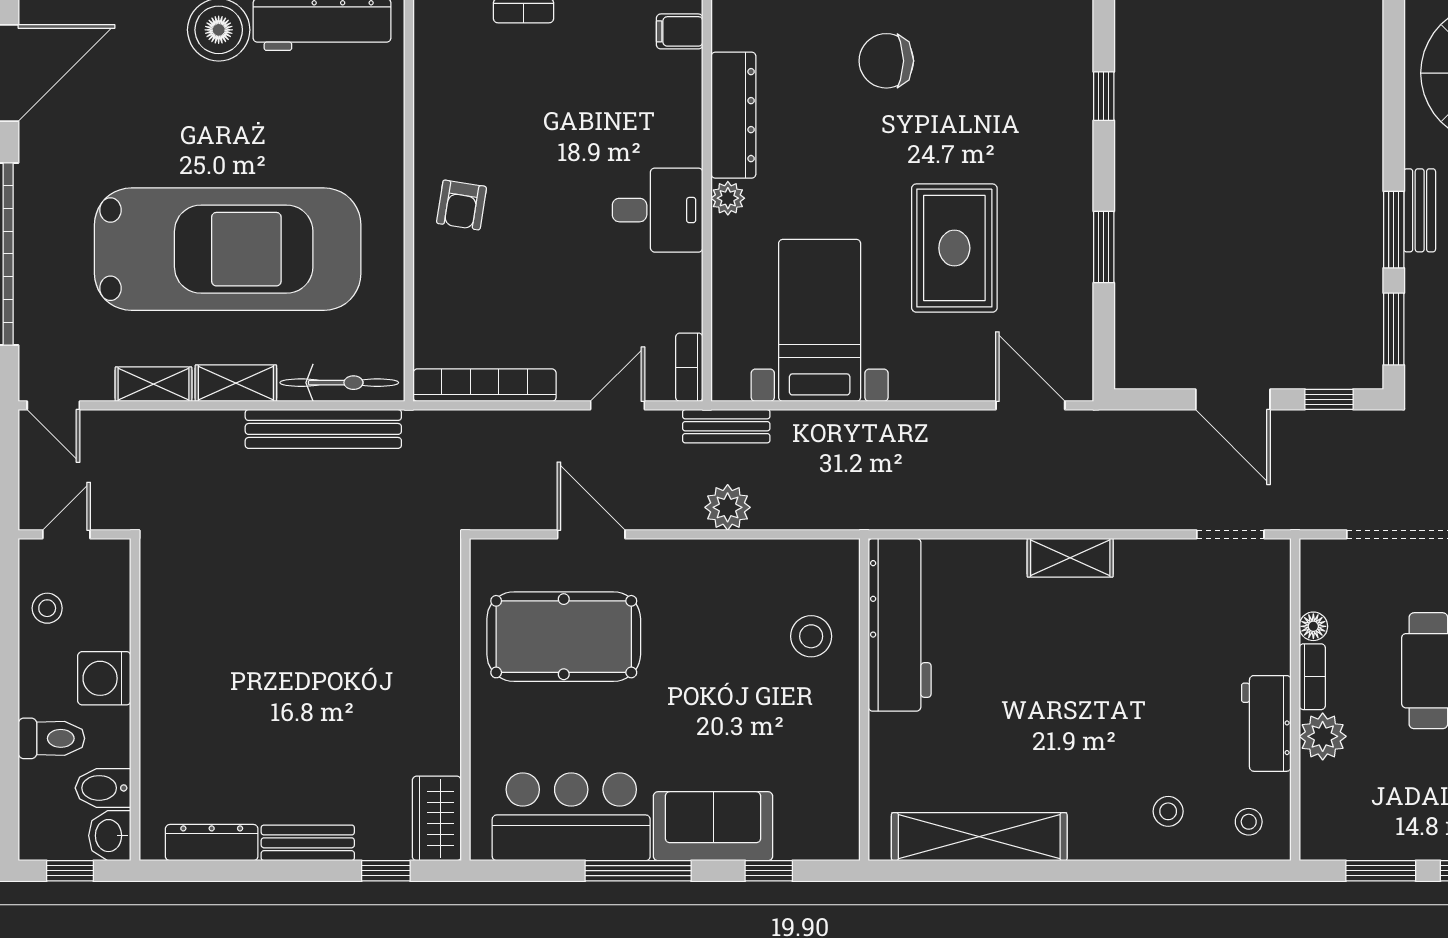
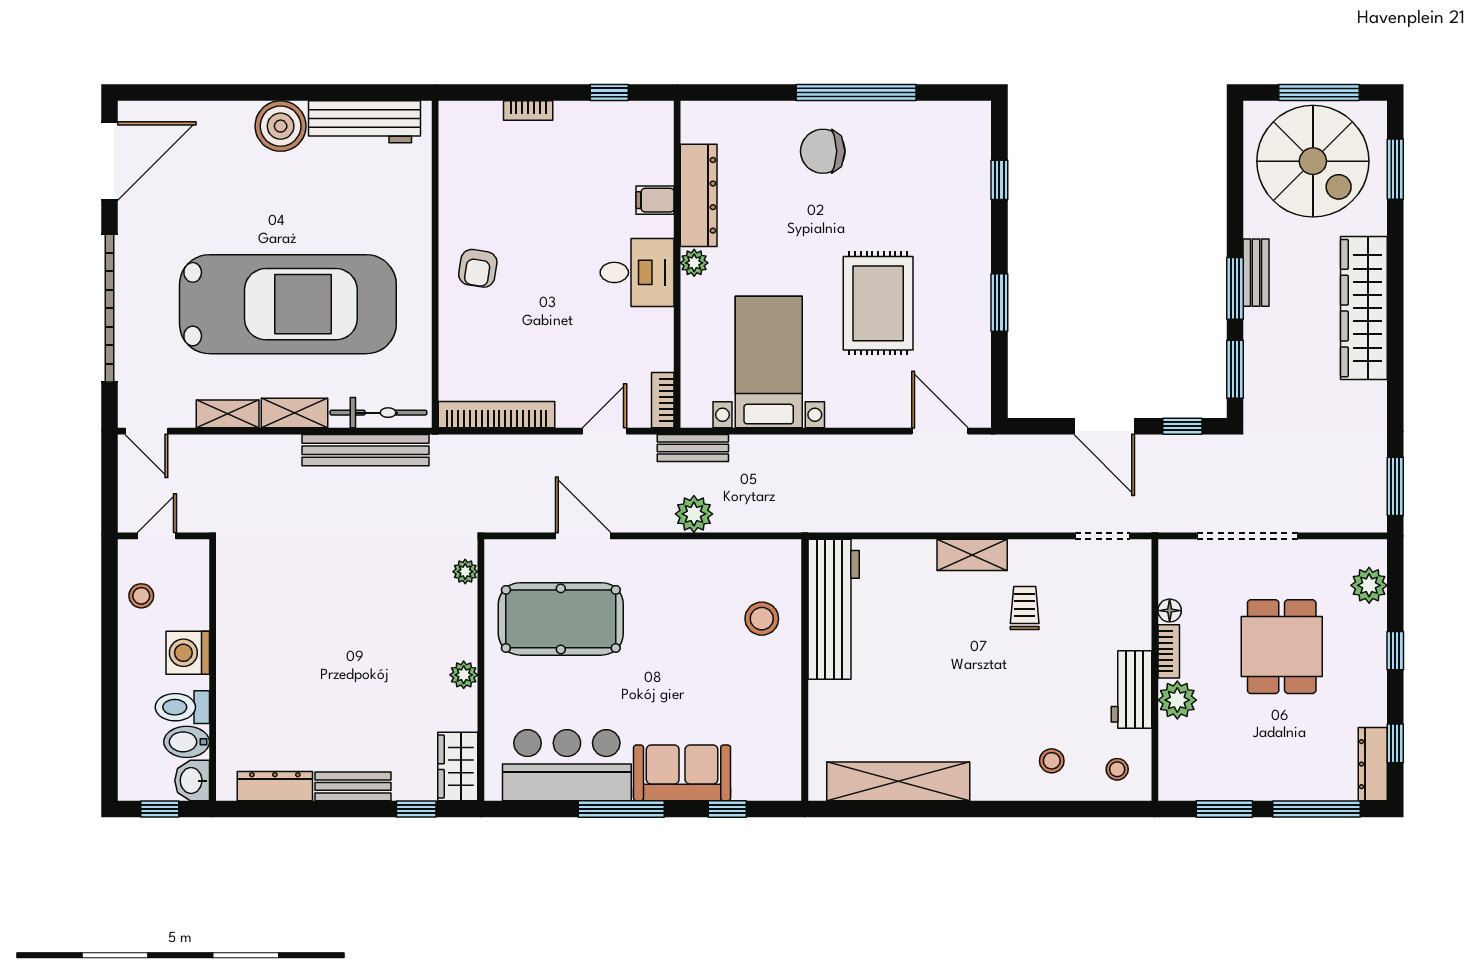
filing cabinet: (680, 31) -> (655, 200), moved
plant: (446, 578) -> (465, 572), added
trolley: (1135, 623) -> (1025, 608), added
plant: (444, 705) -> (464, 675), added
toilet: (51, 738) -> (182, 707), moved, turned 180

